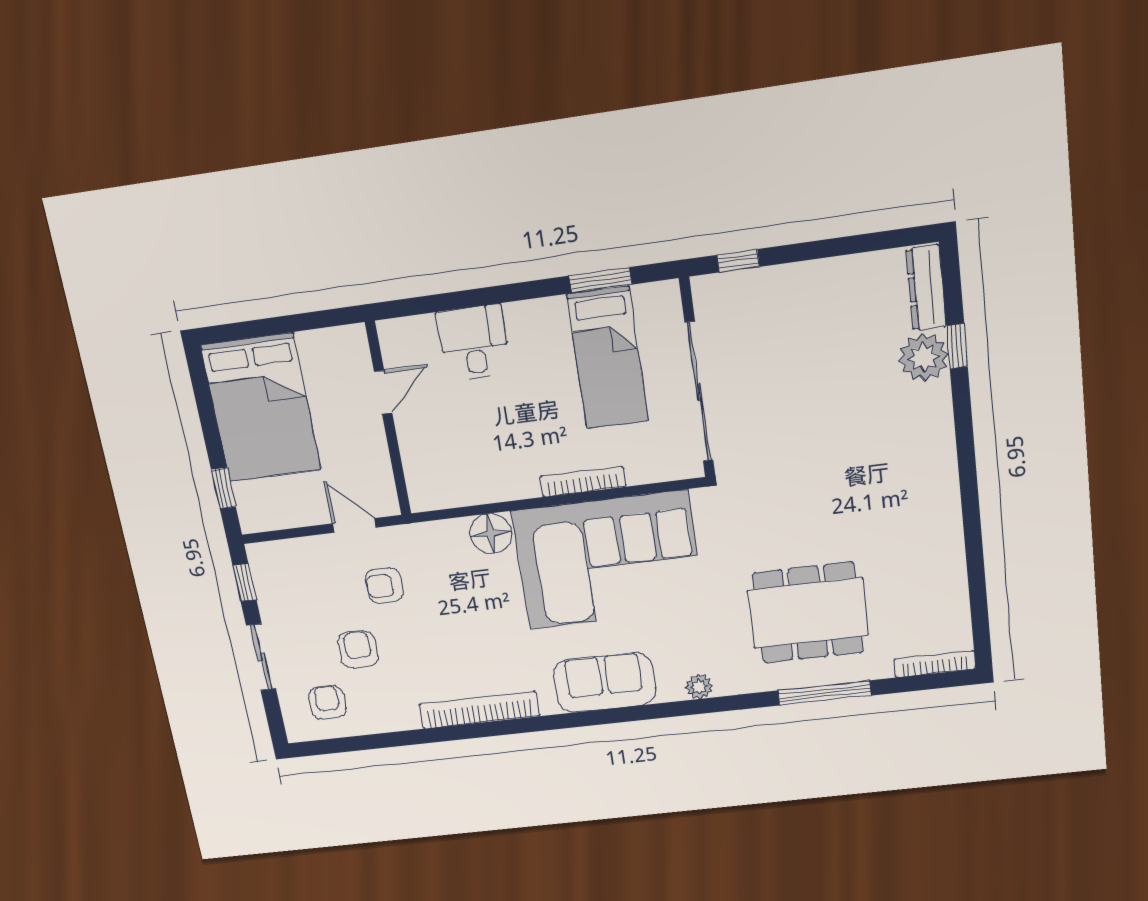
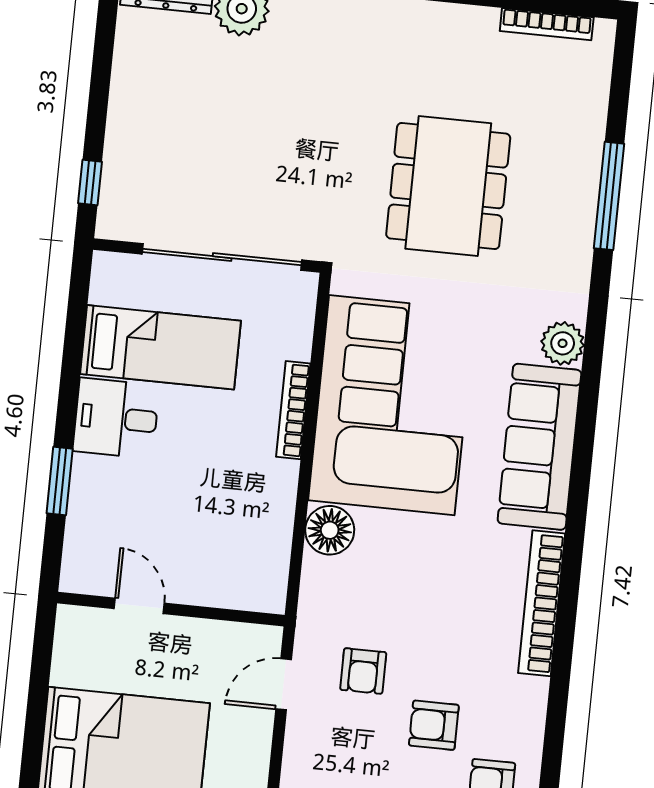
window: (600, 280) -> (60, 481), moved
desk: (474, 343) -> (116, 418), moved
dining table: (808, 613) -> (448, 186), moved
bookcase: (935, 664) -> (547, 24), moved, turned -90
sofa: (604, 682) -> (539, 447), width x1.36
plant: (699, 687) -> (563, 343), width x1.38, depth x1.38

